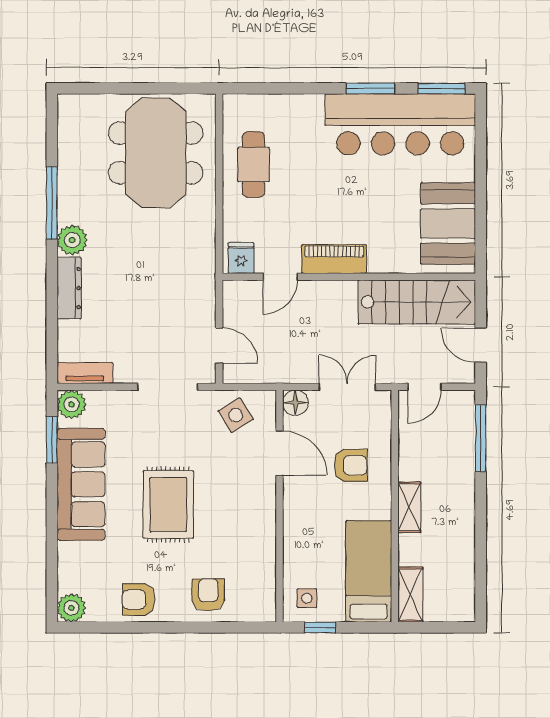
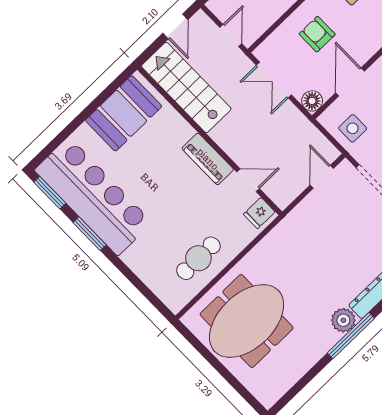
window: (52, 203) -> (351, 336), moved
door: (424, 387) -> (231, 36), hinge flipped
side table: (236, 415) -> (353, 128), turned 32

